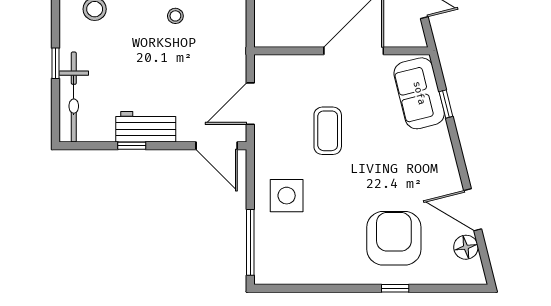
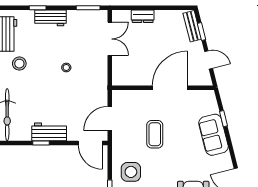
sofa: (419, 93) -> (213, 135), moved

